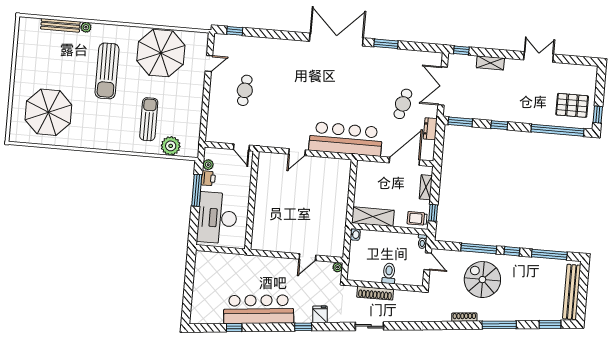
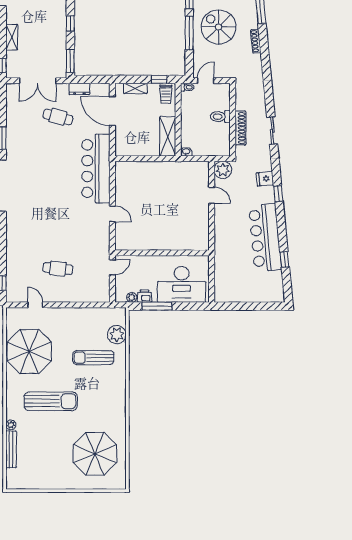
plant: (338, 267) -> (223, 170), width x1.88, depth x1.88
spiral stairs: (482, 280) -> (219, 27), turned 90

